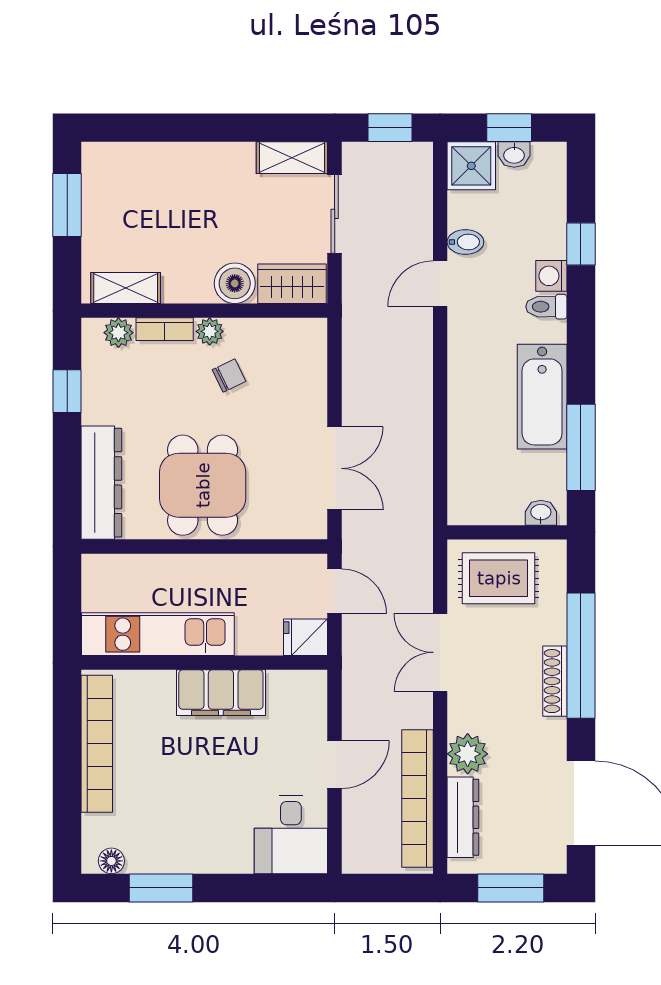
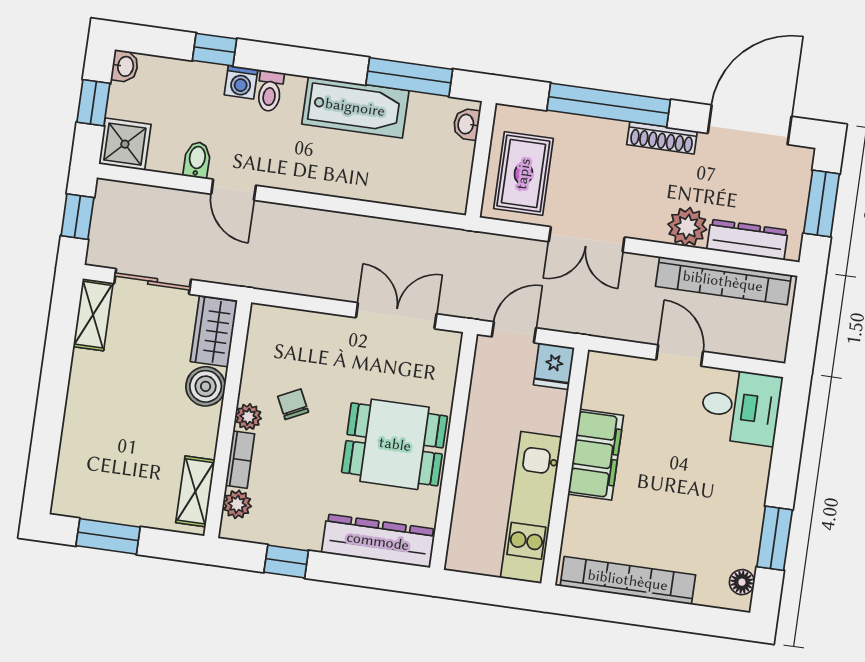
washbasin: (514, 155) -> (125, 66), moved
shoe rack: (555, 681) -> (662, 138), moved

